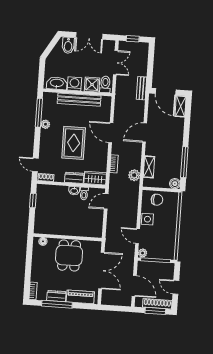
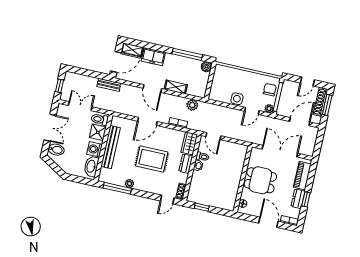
freezer: (177, 129) -> (153, 57), added
shelving: (149, 167) -> (176, 87), moved
chair: (157, 200) -> (270, 90), moved
door: (28, 270) -> (268, 222), added
window: (57, 304) -> (306, 199), width x0.46

